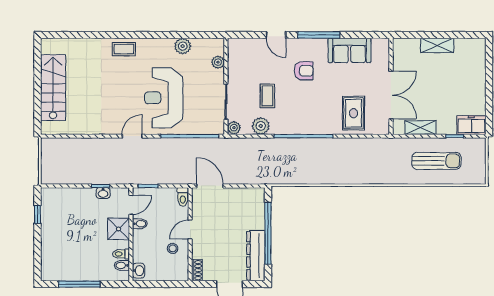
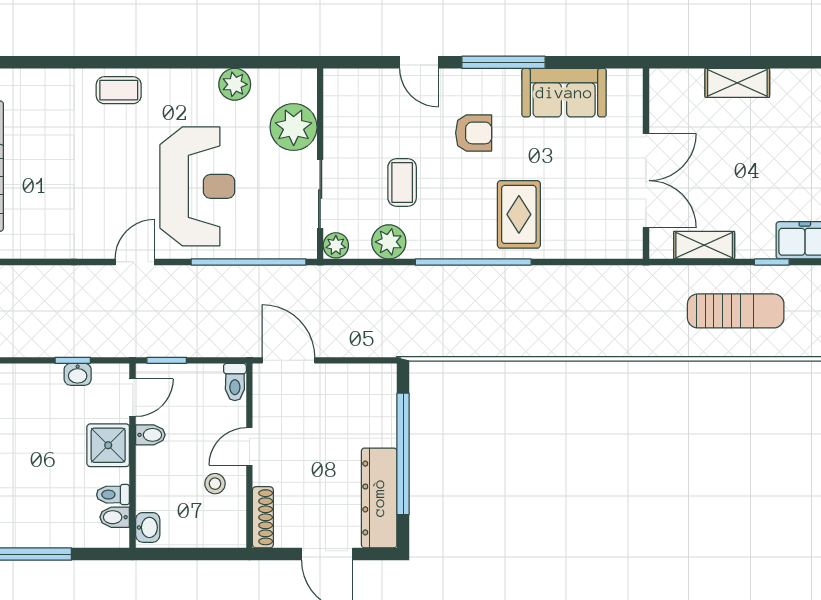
plant: (218, 62) -> (294, 127), width x1.87, depth x1.87
reception desk: (164, 98) -> (197, 186), turned 180
rug: (353, 113) -> (519, 214), moved
shoe rack: (197, 270) -> (263, 517), width x1.43

